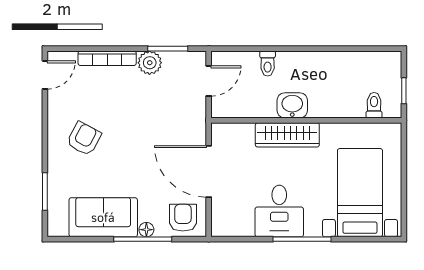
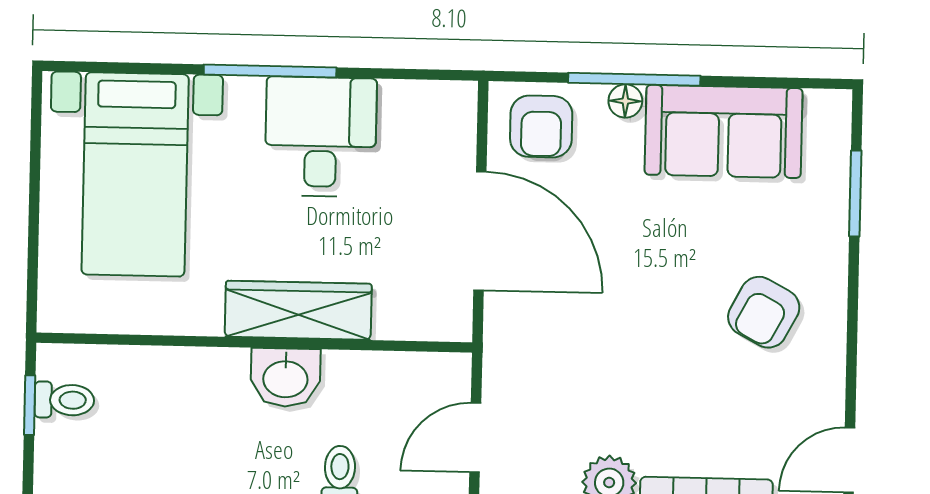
toilet: (374, 105) -> (64, 400), moved, turned -90

